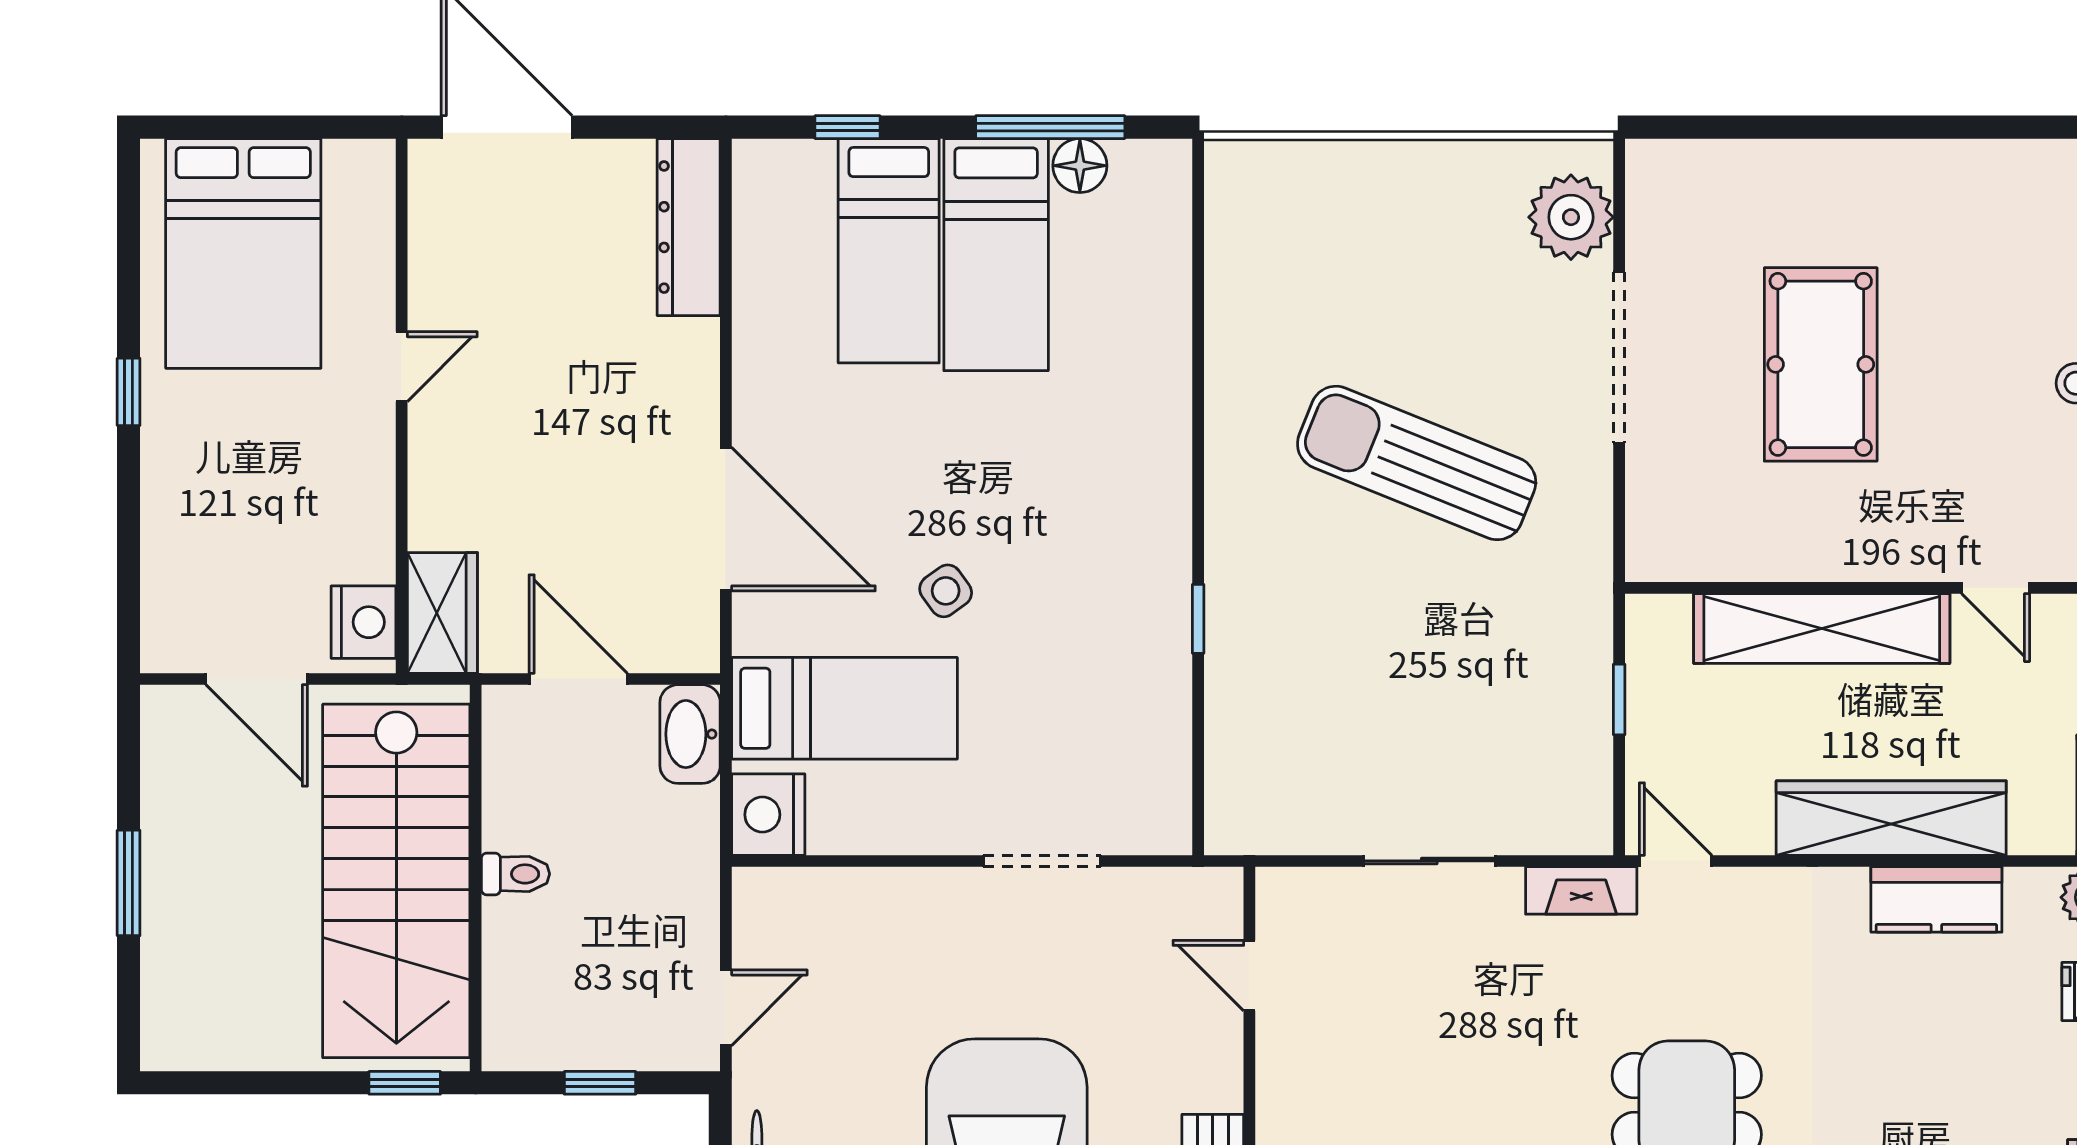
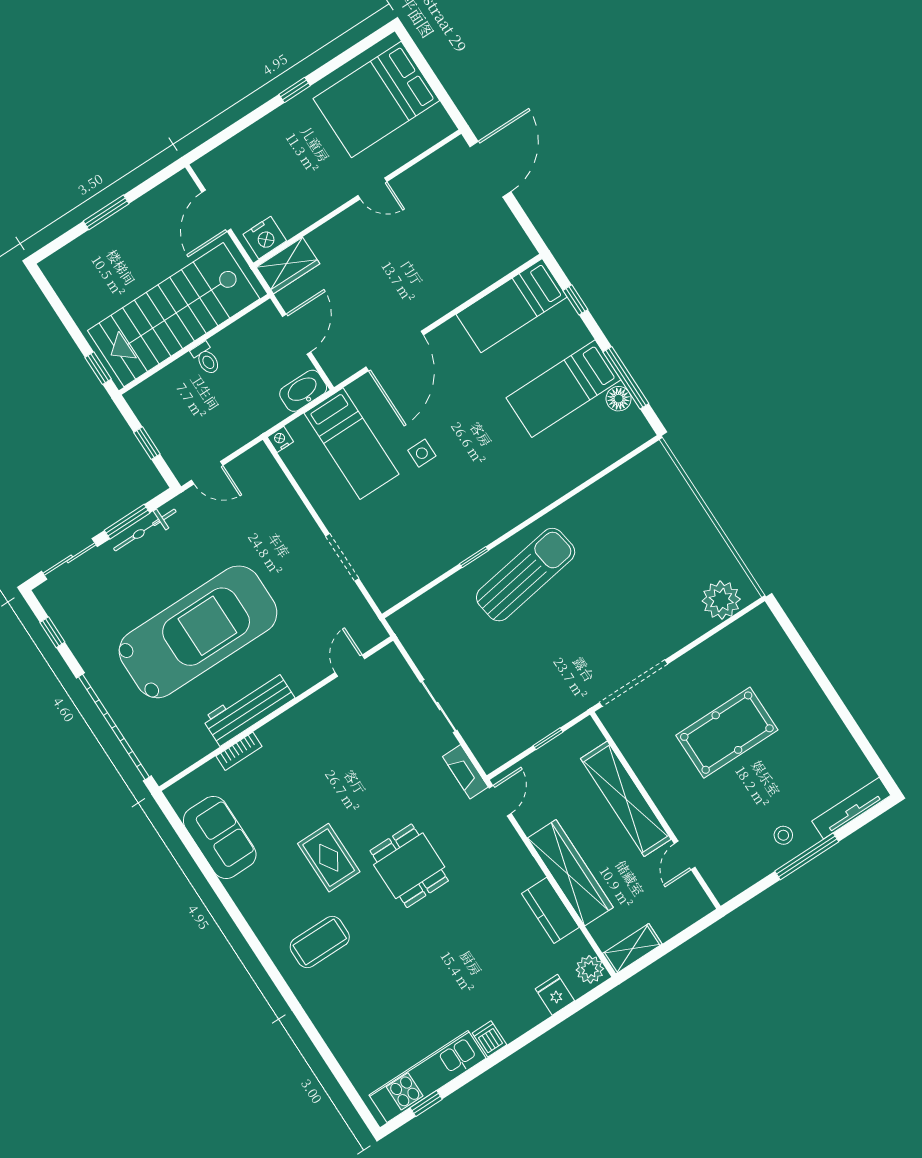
dresser: (689, 227) -> (497, 264), removed
bed: (889, 251) -> (512, 306), moved
doorway: (1619, 357) -> (633, 683), moved
sun lounger: (1417, 463) -> (526, 575), moved, turned 59
side table: (946, 591) -> (422, 453), turned 36
nightstand: (768, 815) -> (280, 439), width x0.53, depth x0.56

